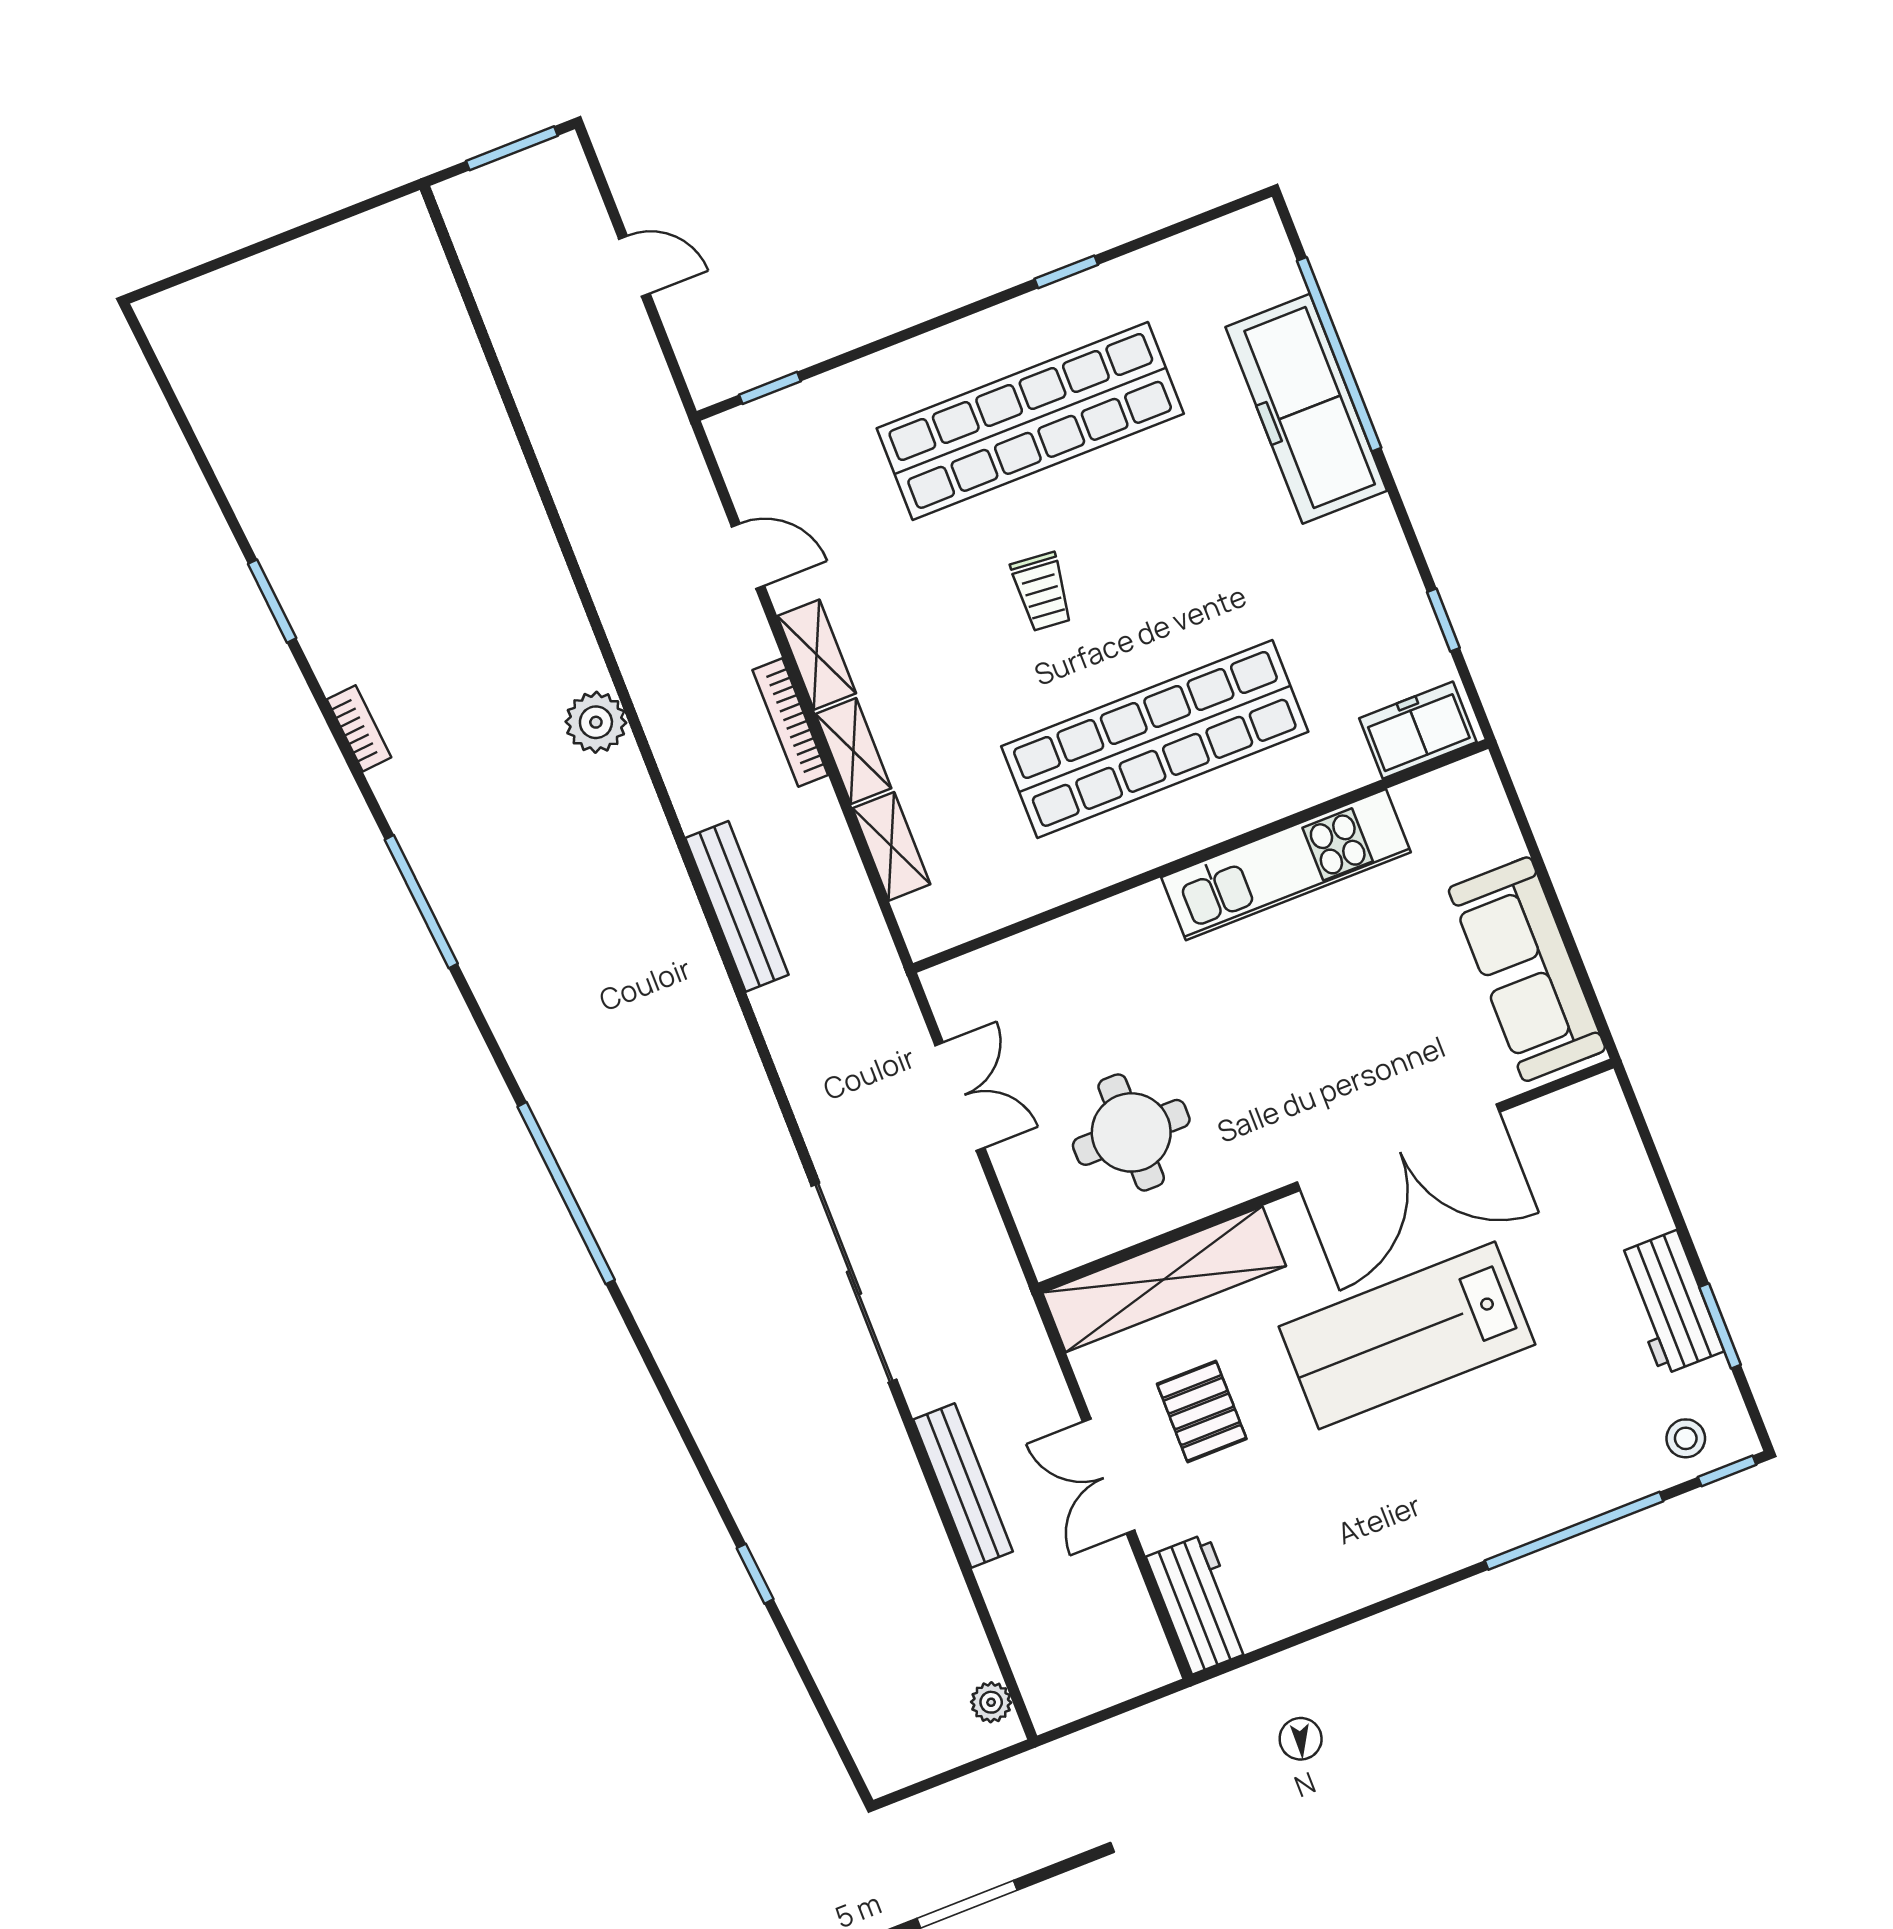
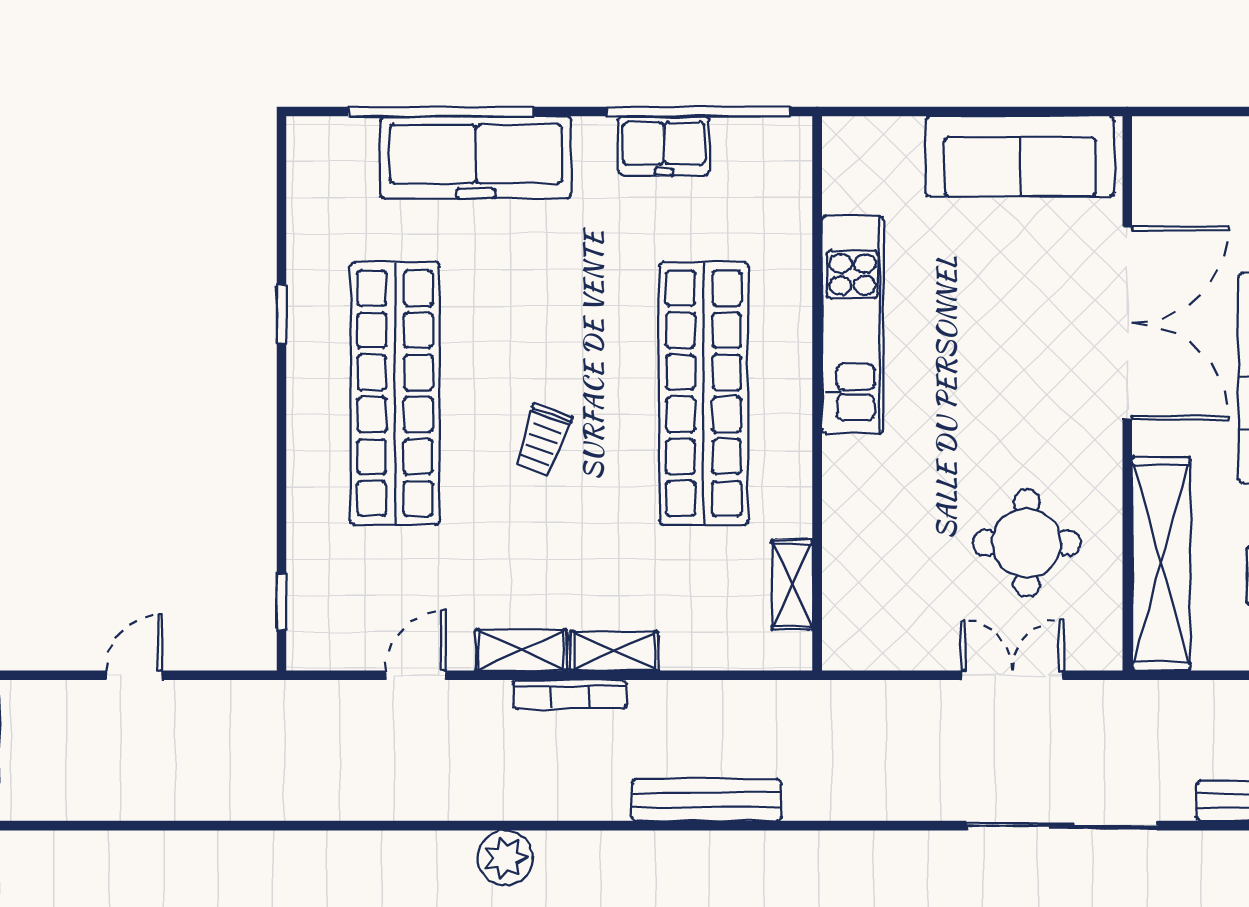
trolley: (1042, 592) -> (542, 440), turned 105
window: (1443, 620) -> (699, 112), width x3.17
freezer: (1418, 730) -> (664, 146), moved, turned -90
shelving: (891, 846) -> (792, 585), moved, turned 90
double door: (960, 1097) -> (1012, 675), moved

